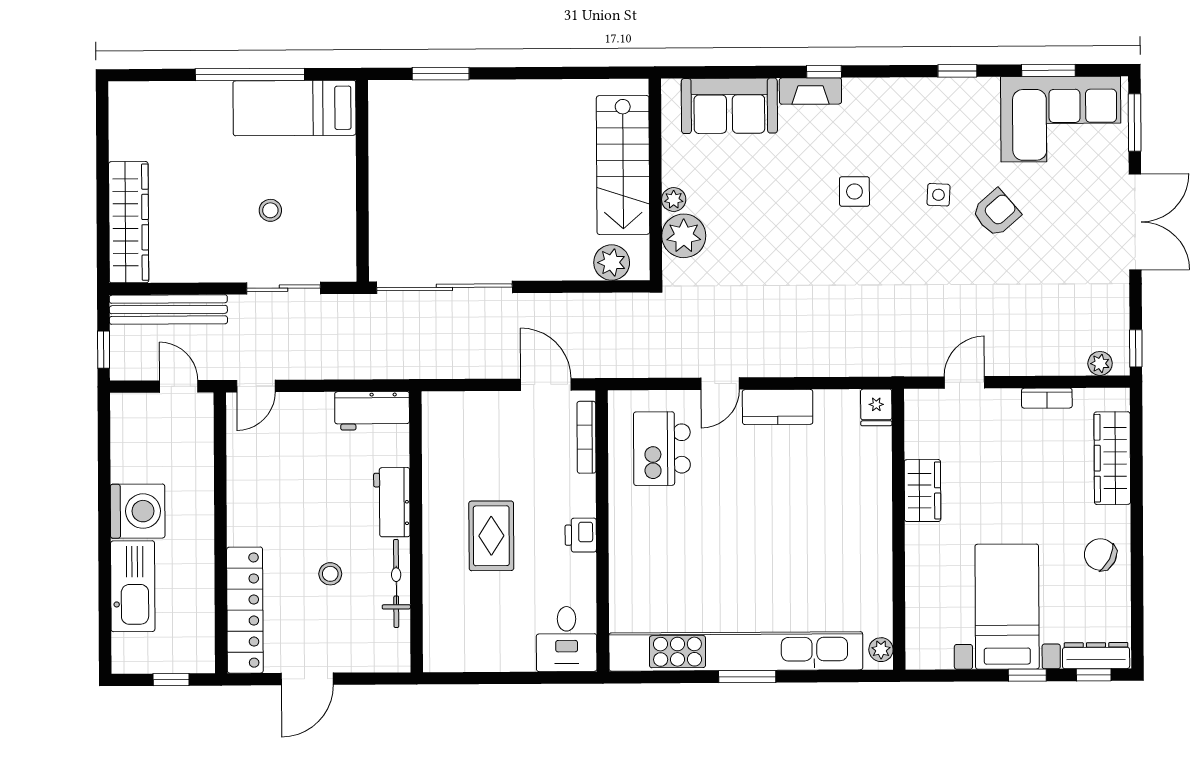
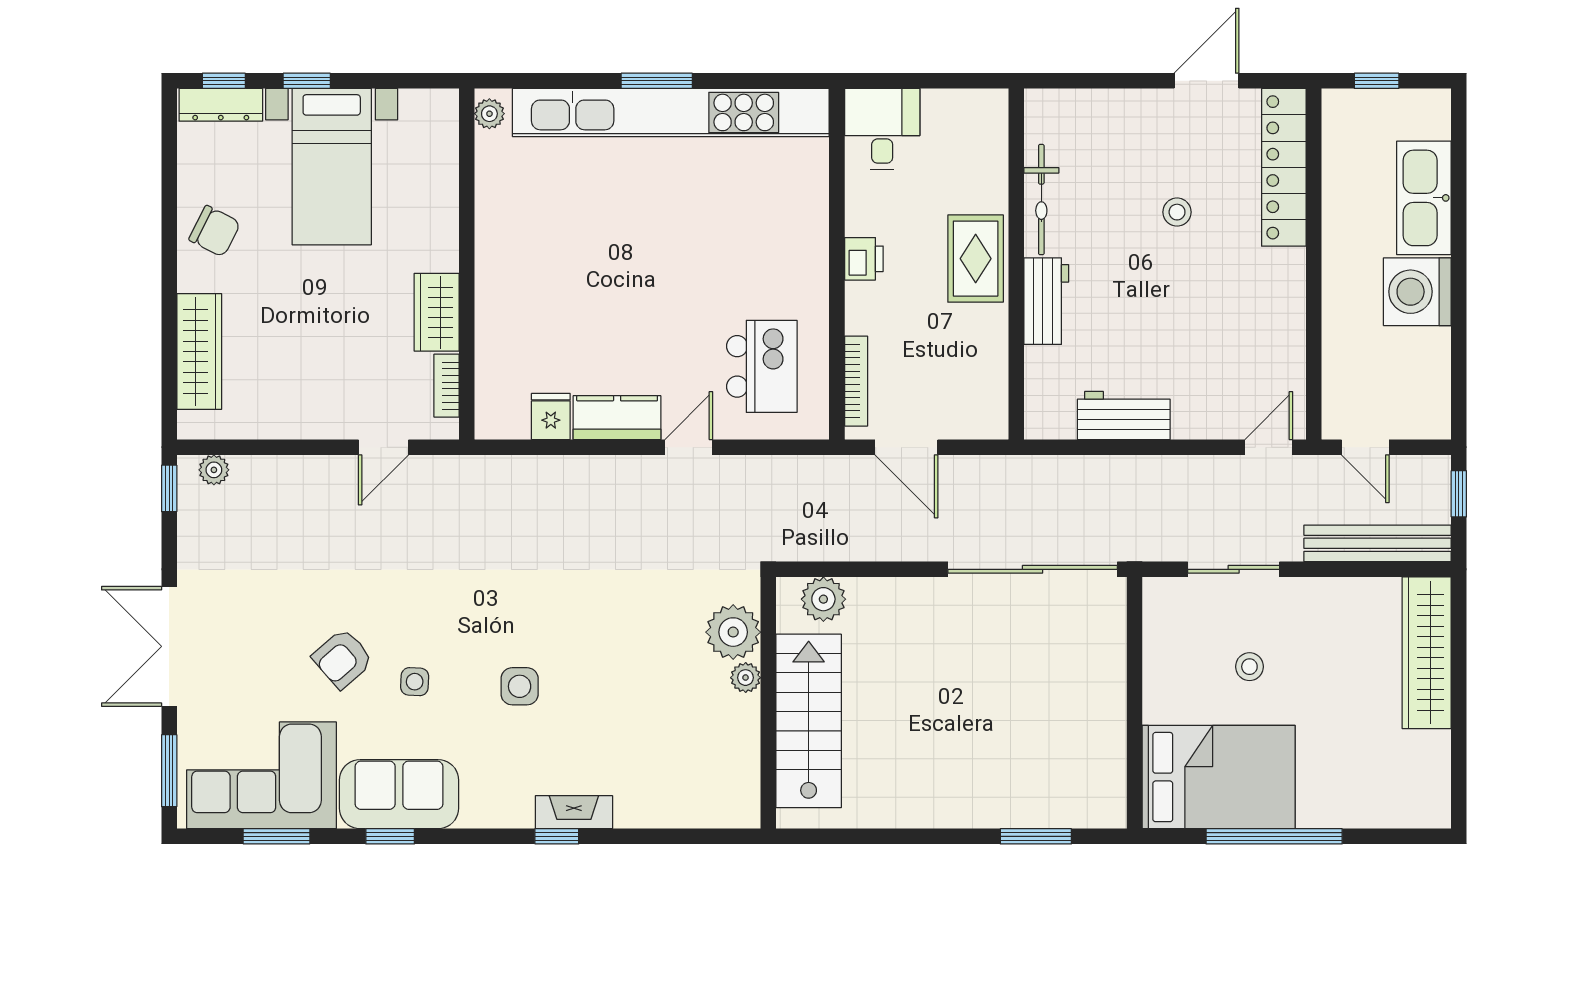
sofa: (729, 106) -> (399, 794), moved
bed: (294, 108) -> (1219, 777), width x1.50
bookcase: (1047, 398) -> (447, 386), moved, turned -90
fridge: (876, 407) -> (551, 416), moved
workbench: (392, 502) -> (1046, 301), moved
wall: (416, 532) -> (1016, 264), moved
bicycle: (396, 583) -> (1041, 200), moved

